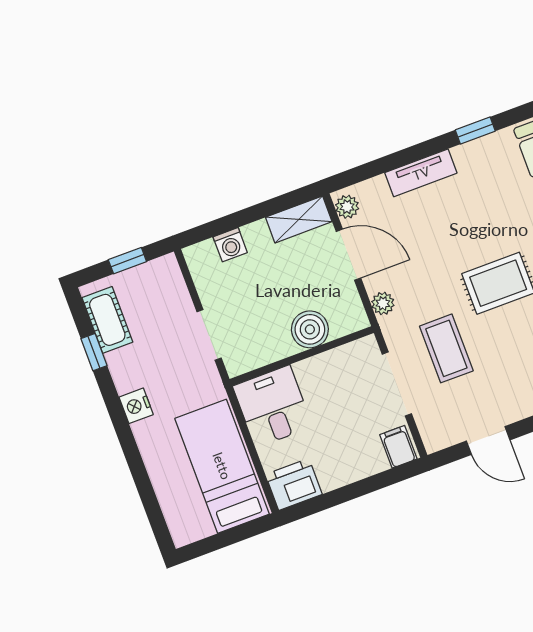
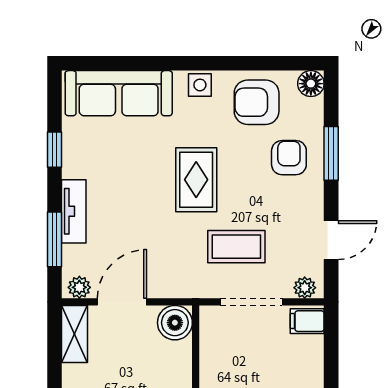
window: (386, 164) -> (54, 239), added
plant: (383, 303) -> (305, 288), moved
boiler: (310, 329) -> (175, 323), moved

